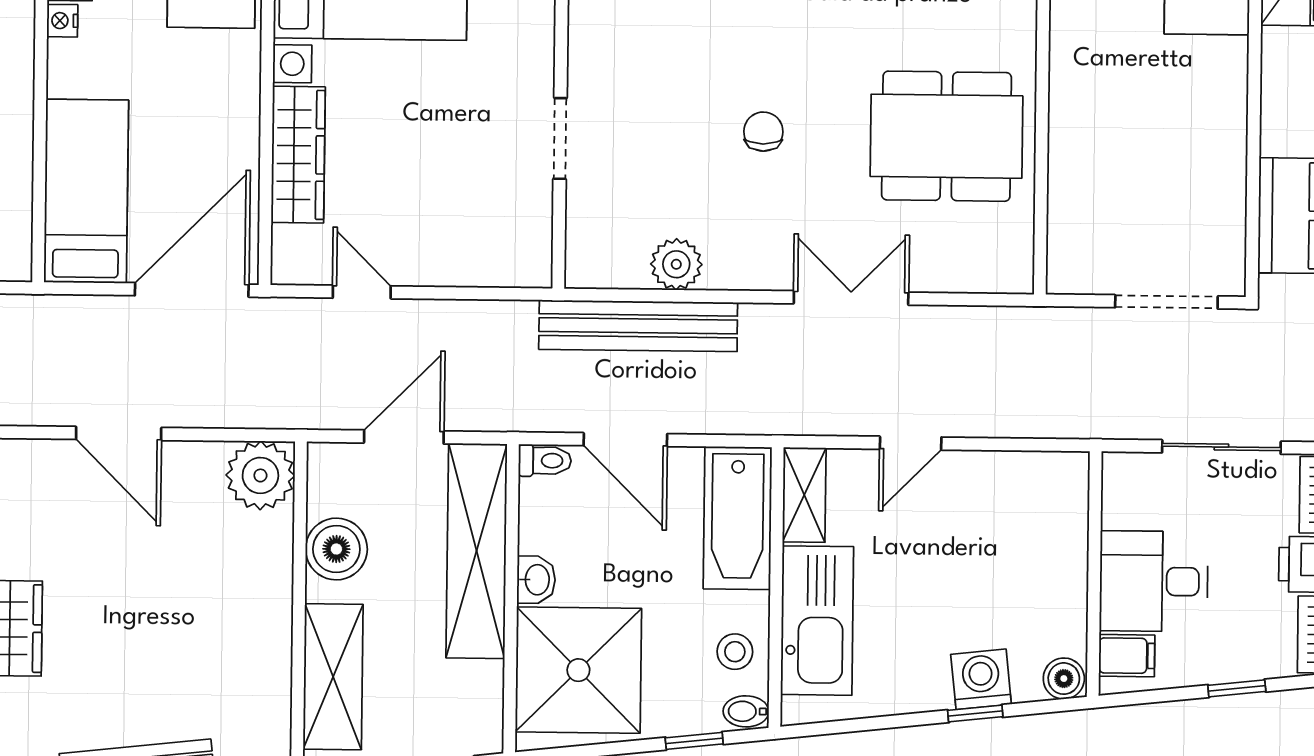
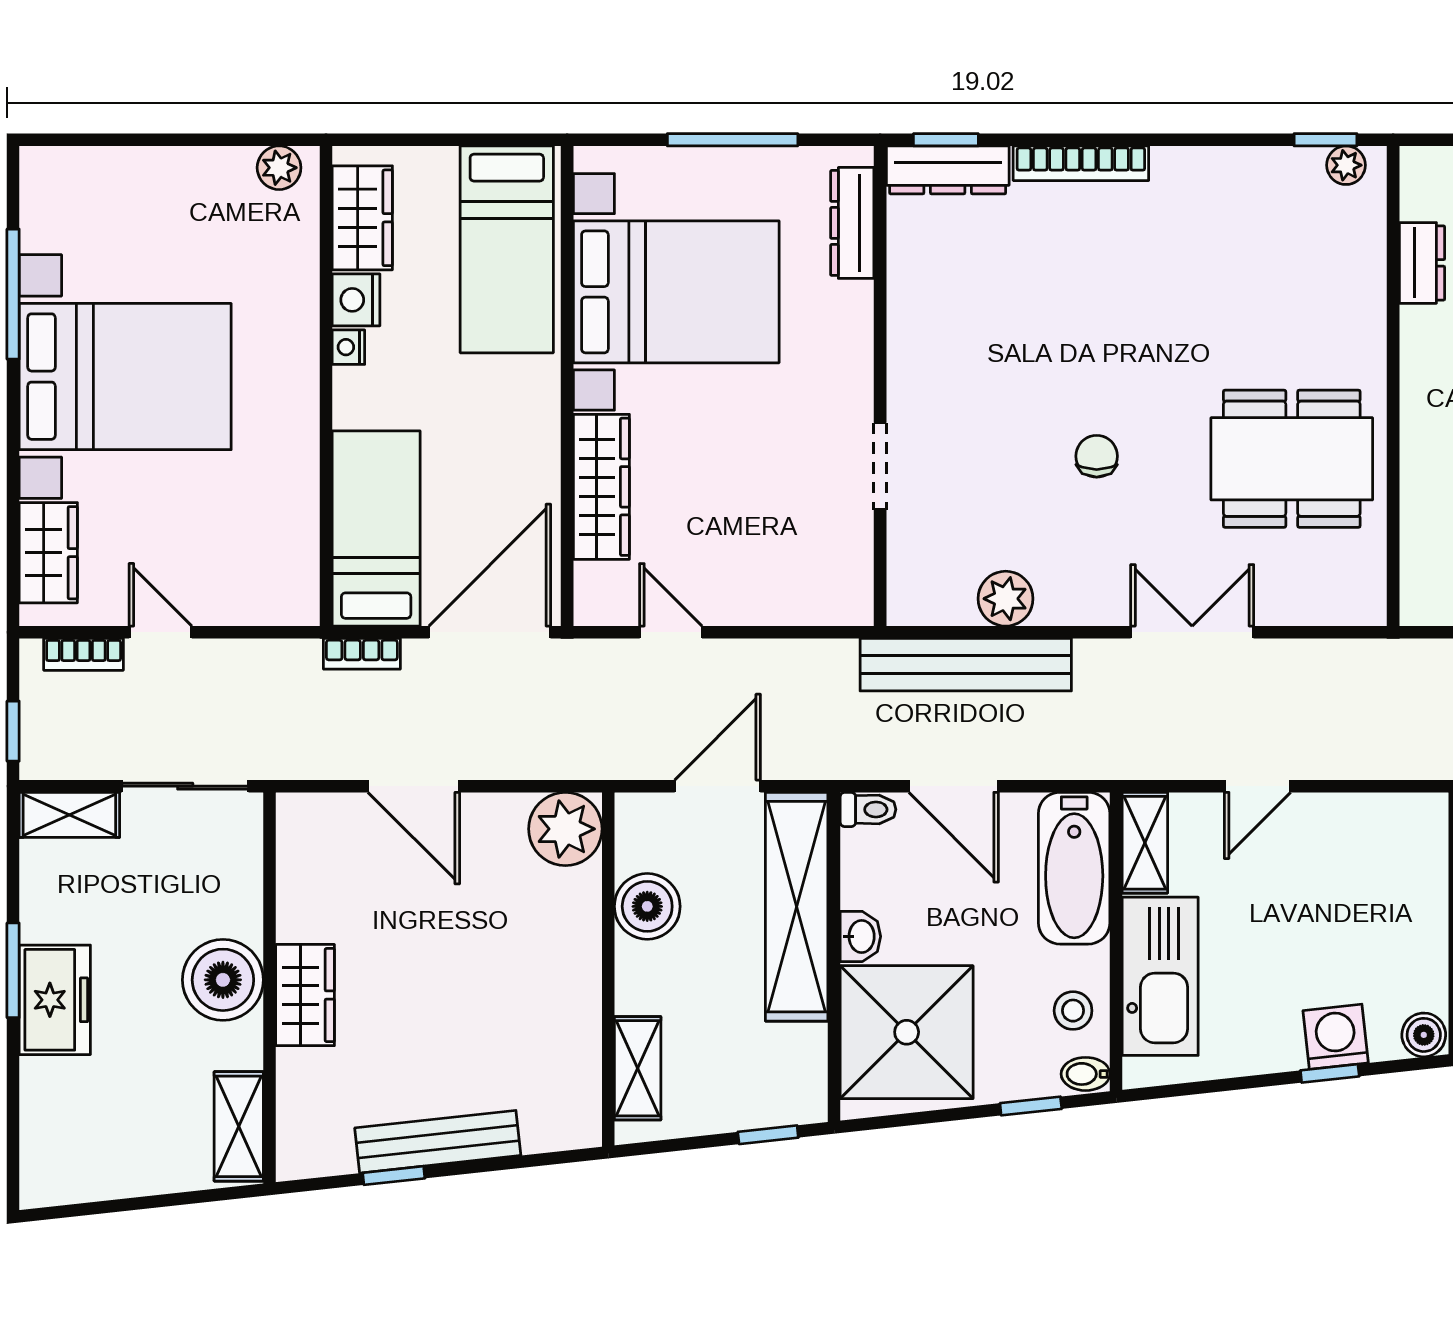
bookcase: (71, 309) -> (362, 654), added
shelving: (333, 677) -> (638, 1068), width x0.67, depth x0.75

